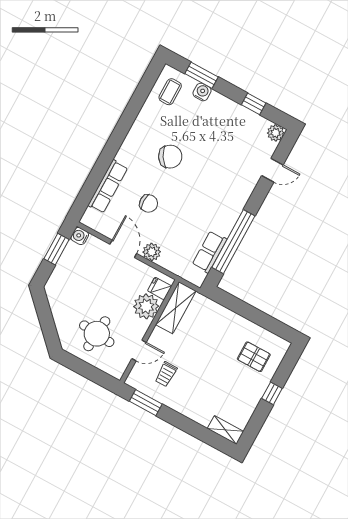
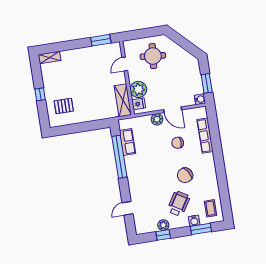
wheelchair: (205, 128) -> (179, 204), added
plant: (276, 133) -> (163, 225), moved
trolley: (166, 374) -> (102, 63), removed

